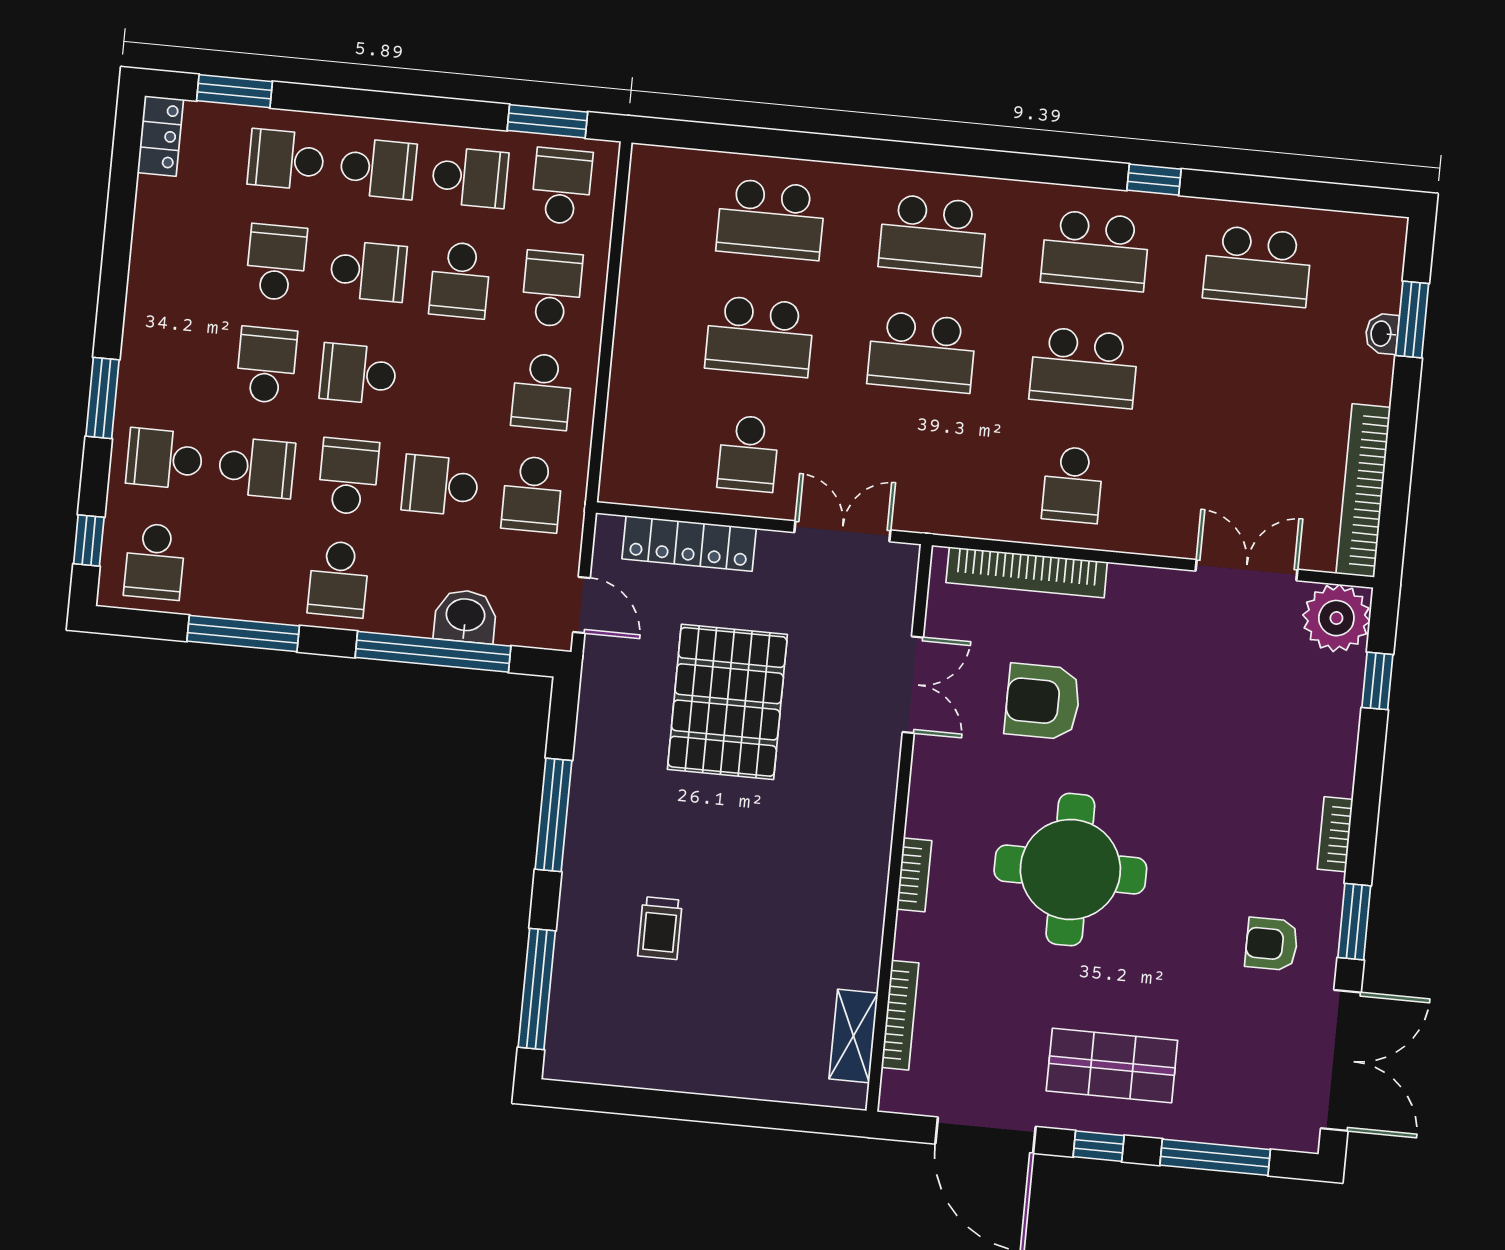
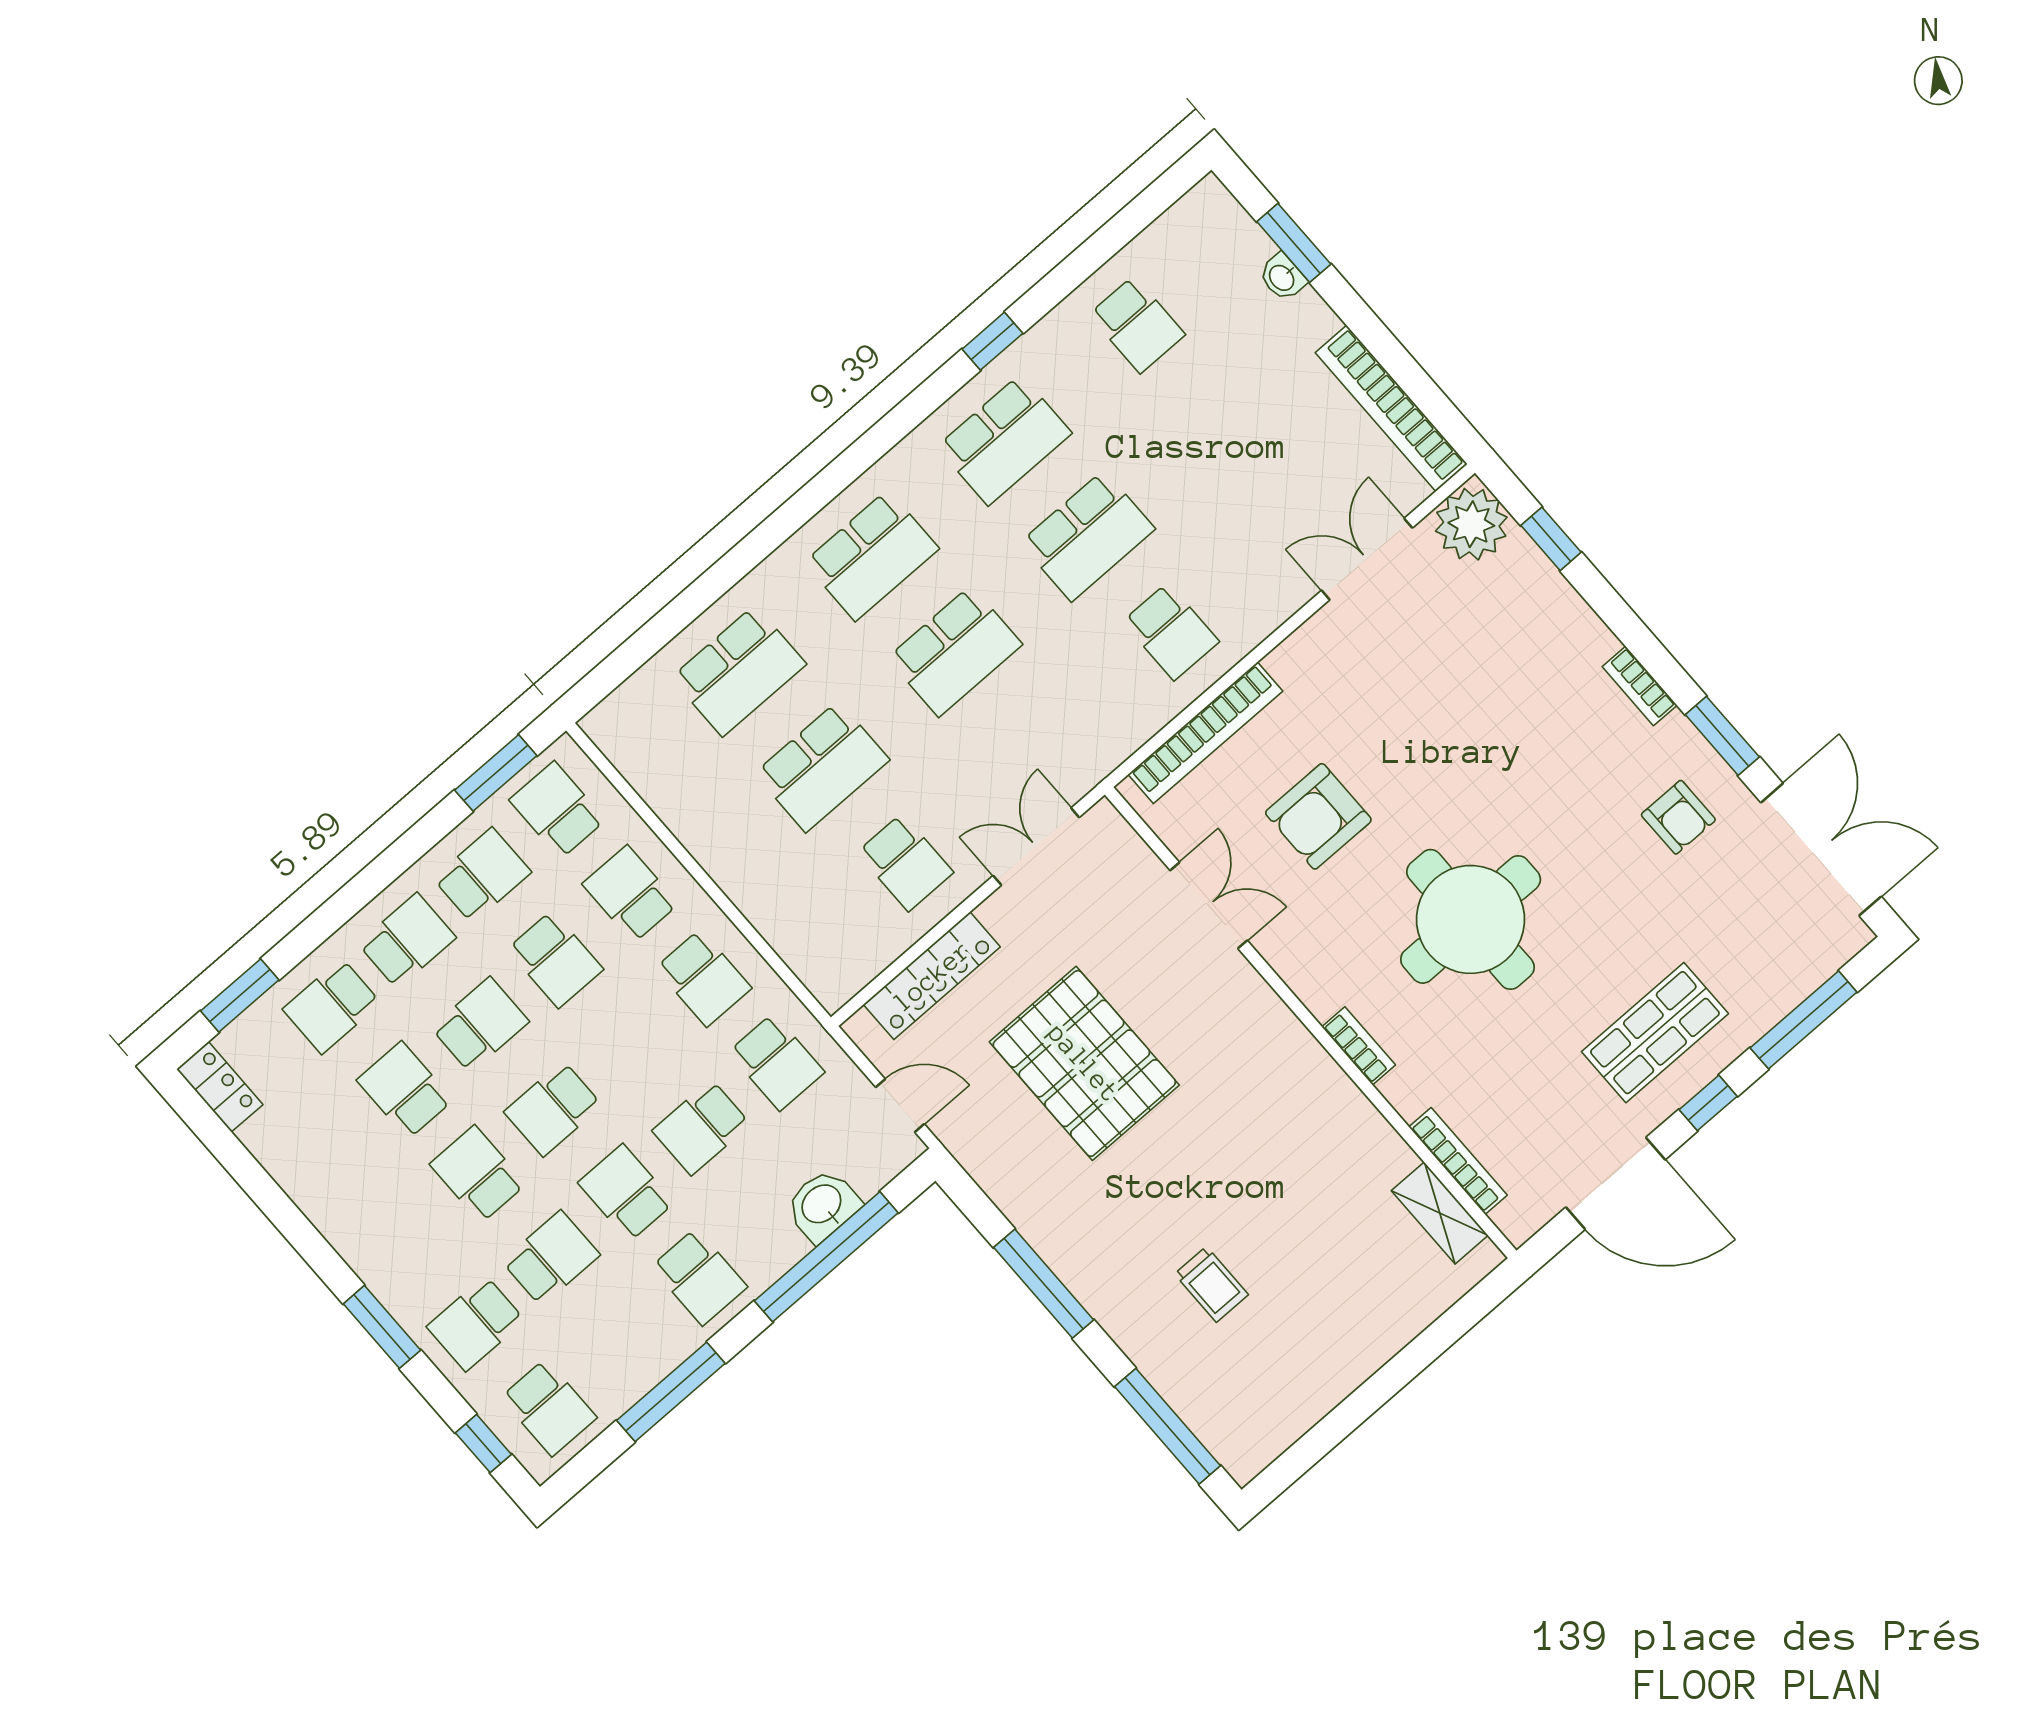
school desk: (1257, 266) -> (1137, 325), width x0.54
armchair: (1272, 944) -> (1678, 817), turned -90

